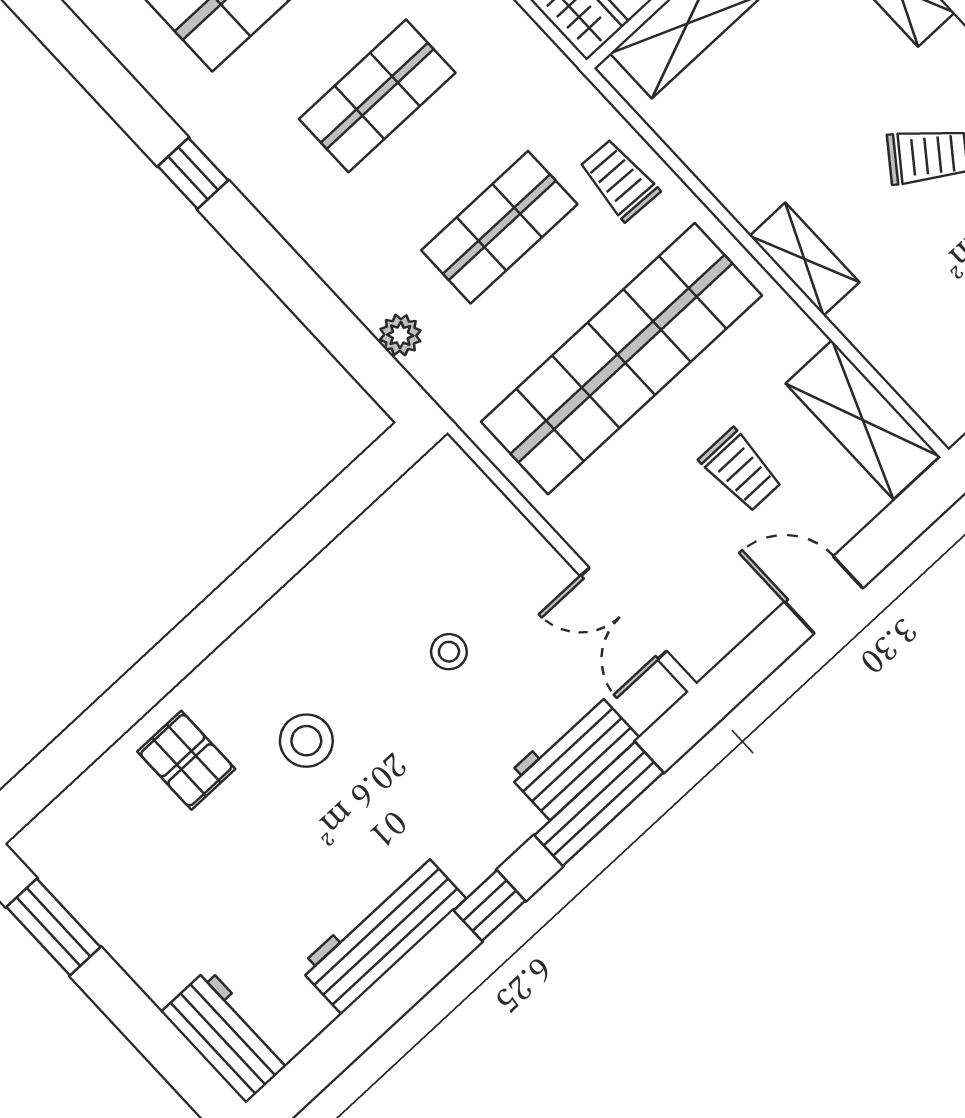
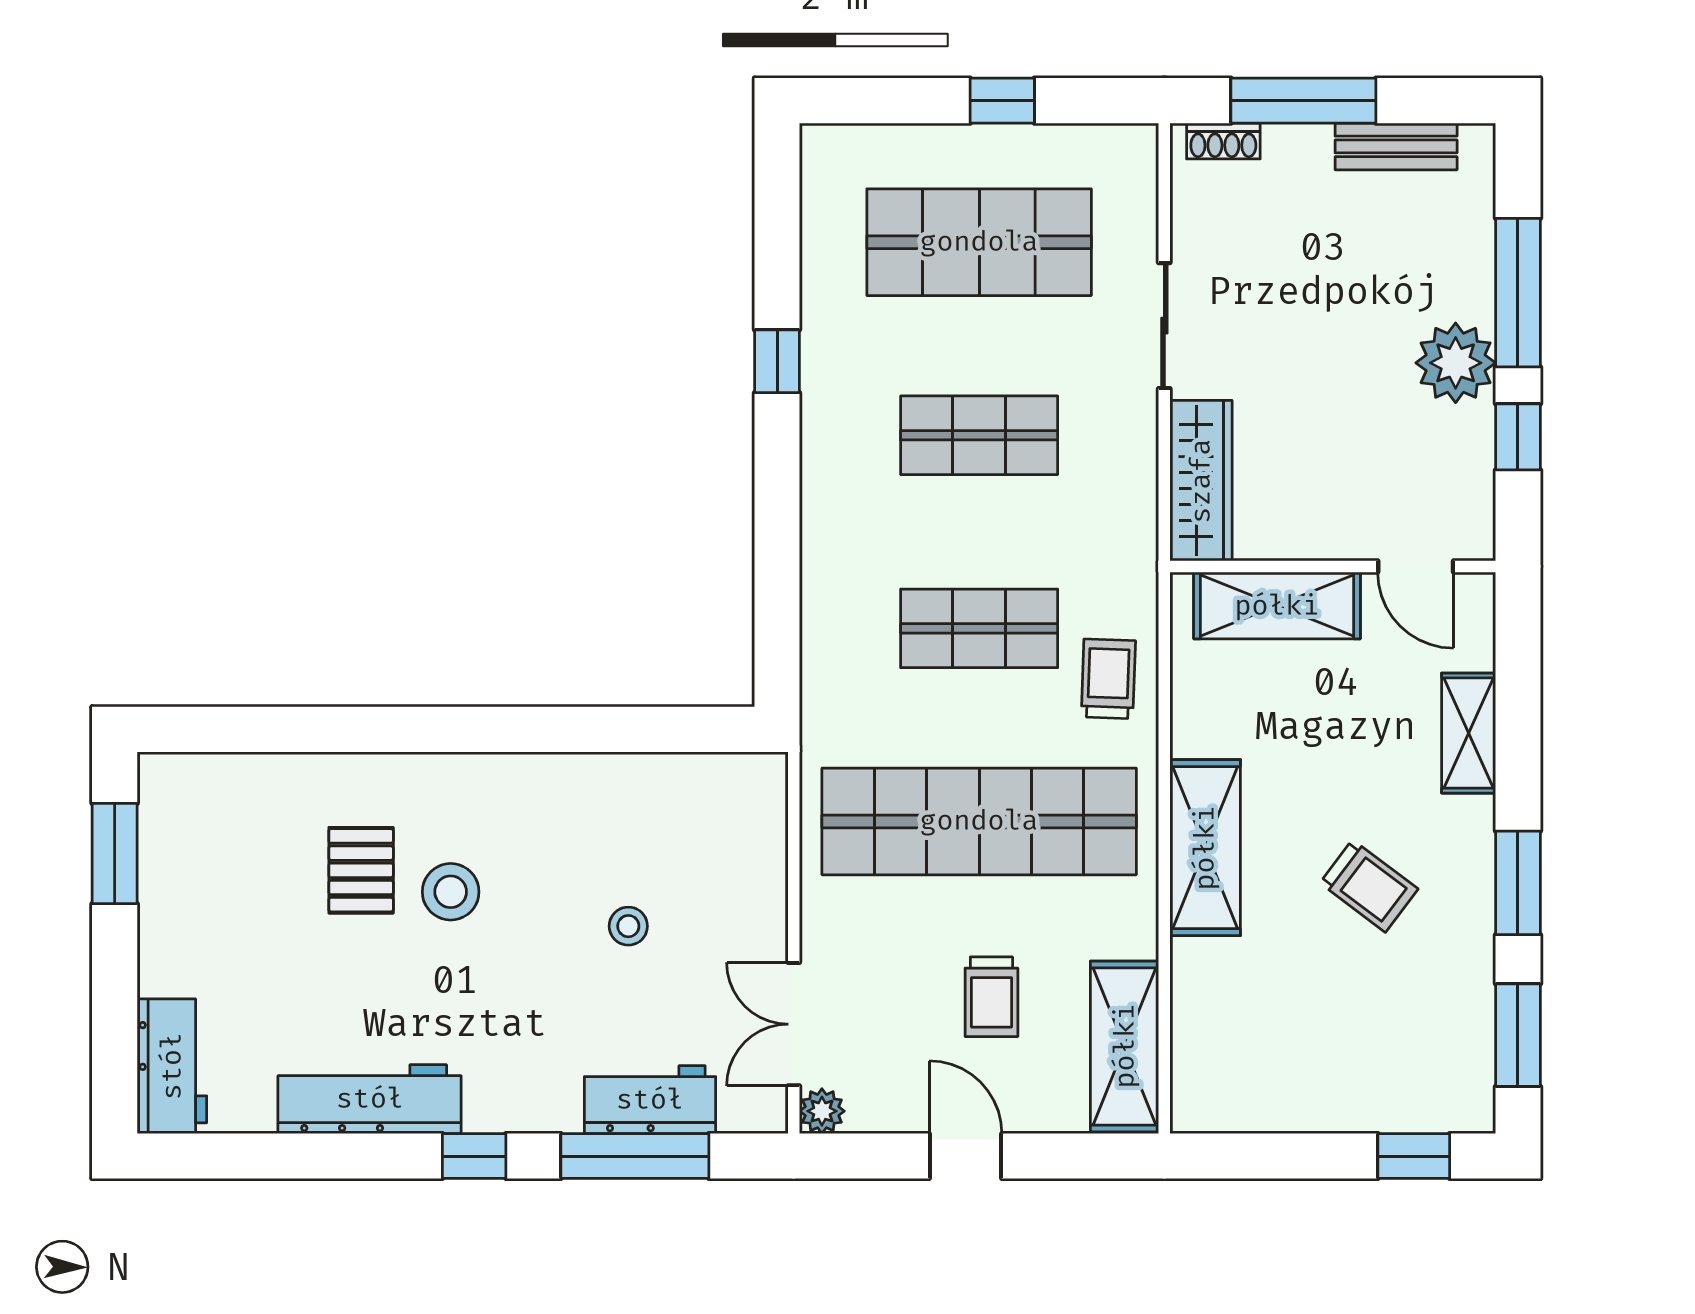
shelving: (804, 259) -> (1205, 848), width x1.50, depth x1.33
plant: (400, 335) -> (822, 1111), moved
pallet: (186, 760) -> (361, 870), moved

